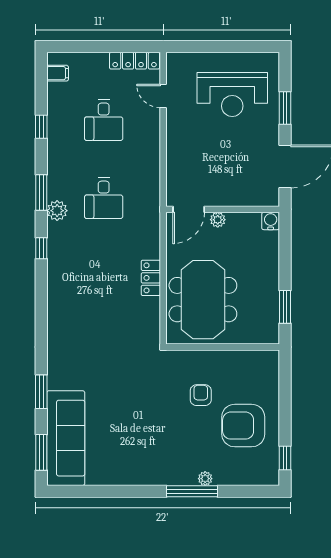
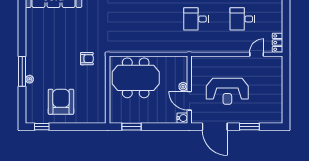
locker: (135, 61) -> (278, 43), width x0.66
reception desk: (232, 94) -> (227, 91), moved, turned -90
door: (189, 209) -> (189, 101), moved
locker: (151, 278) -> (149, 47), removed
armchair: (201, 395) -> (87, 59), moved

